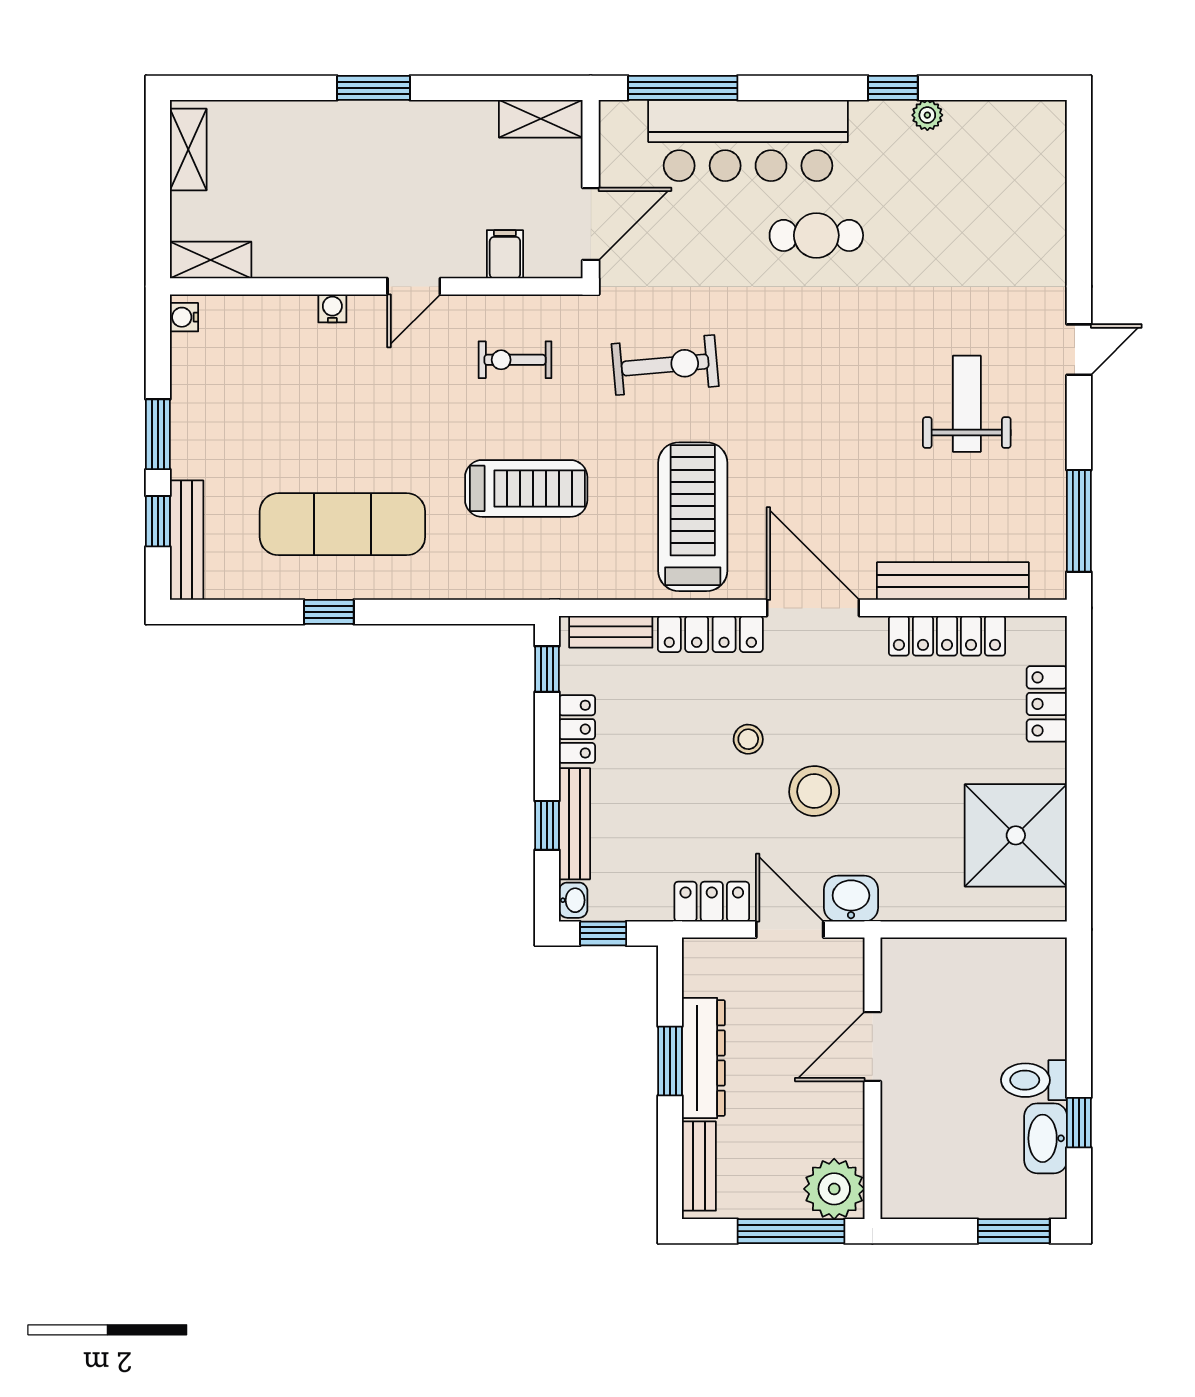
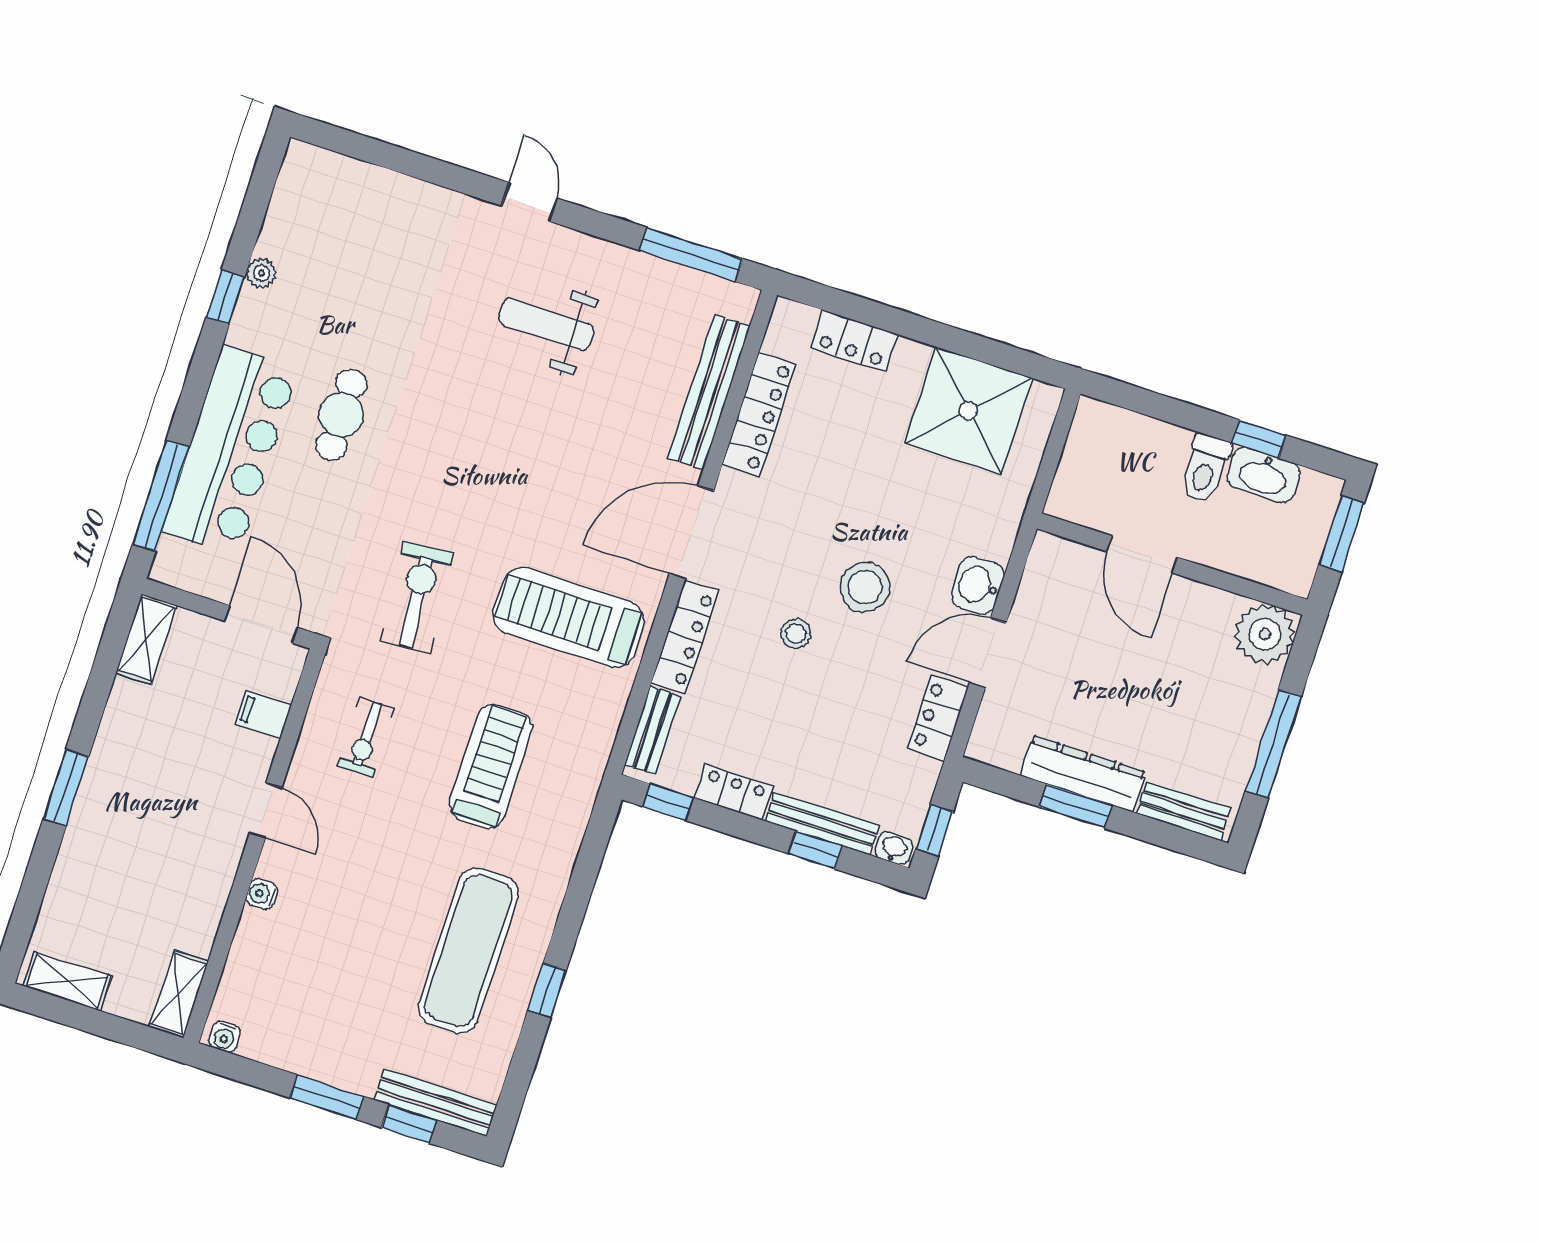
door: (872, 1047) -> (1142, 554), moved
wall: (872, 1078) -> (1172, 564), moved
plant: (834, 1189) -> (1265, 634), moved

